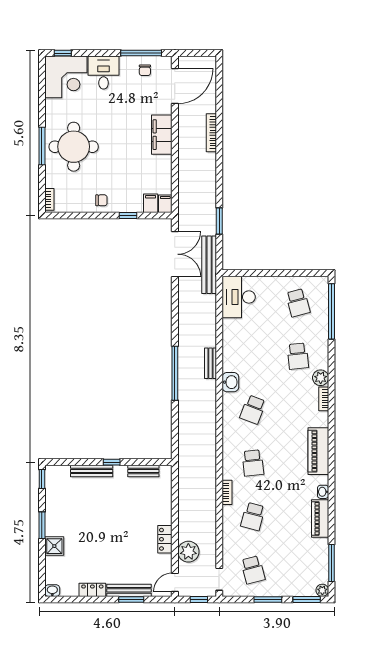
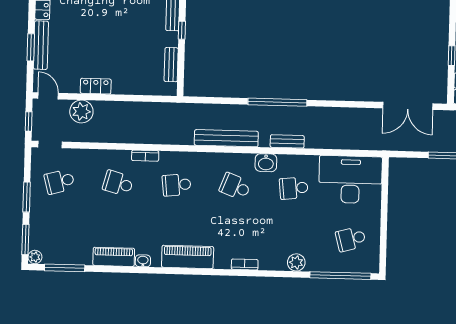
bench: (209, 265) -> (226, 138), moved
desk: (239, 297) -> (350, 180), width x1.36, depth x1.30
school desk: (298, 356) -> (294, 188), moved
plant: (321, 378) -> (296, 262), moved

